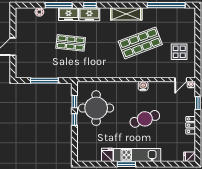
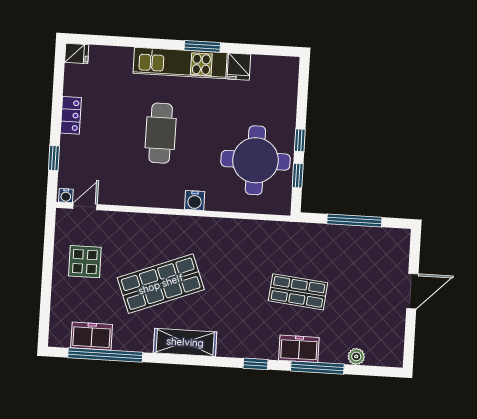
freezer: (89, 14) -> (92, 336), moved
water cooler: (143, 86) -> (195, 200), moved
cafe table: (145, 119) -> (161, 133), turned -71

